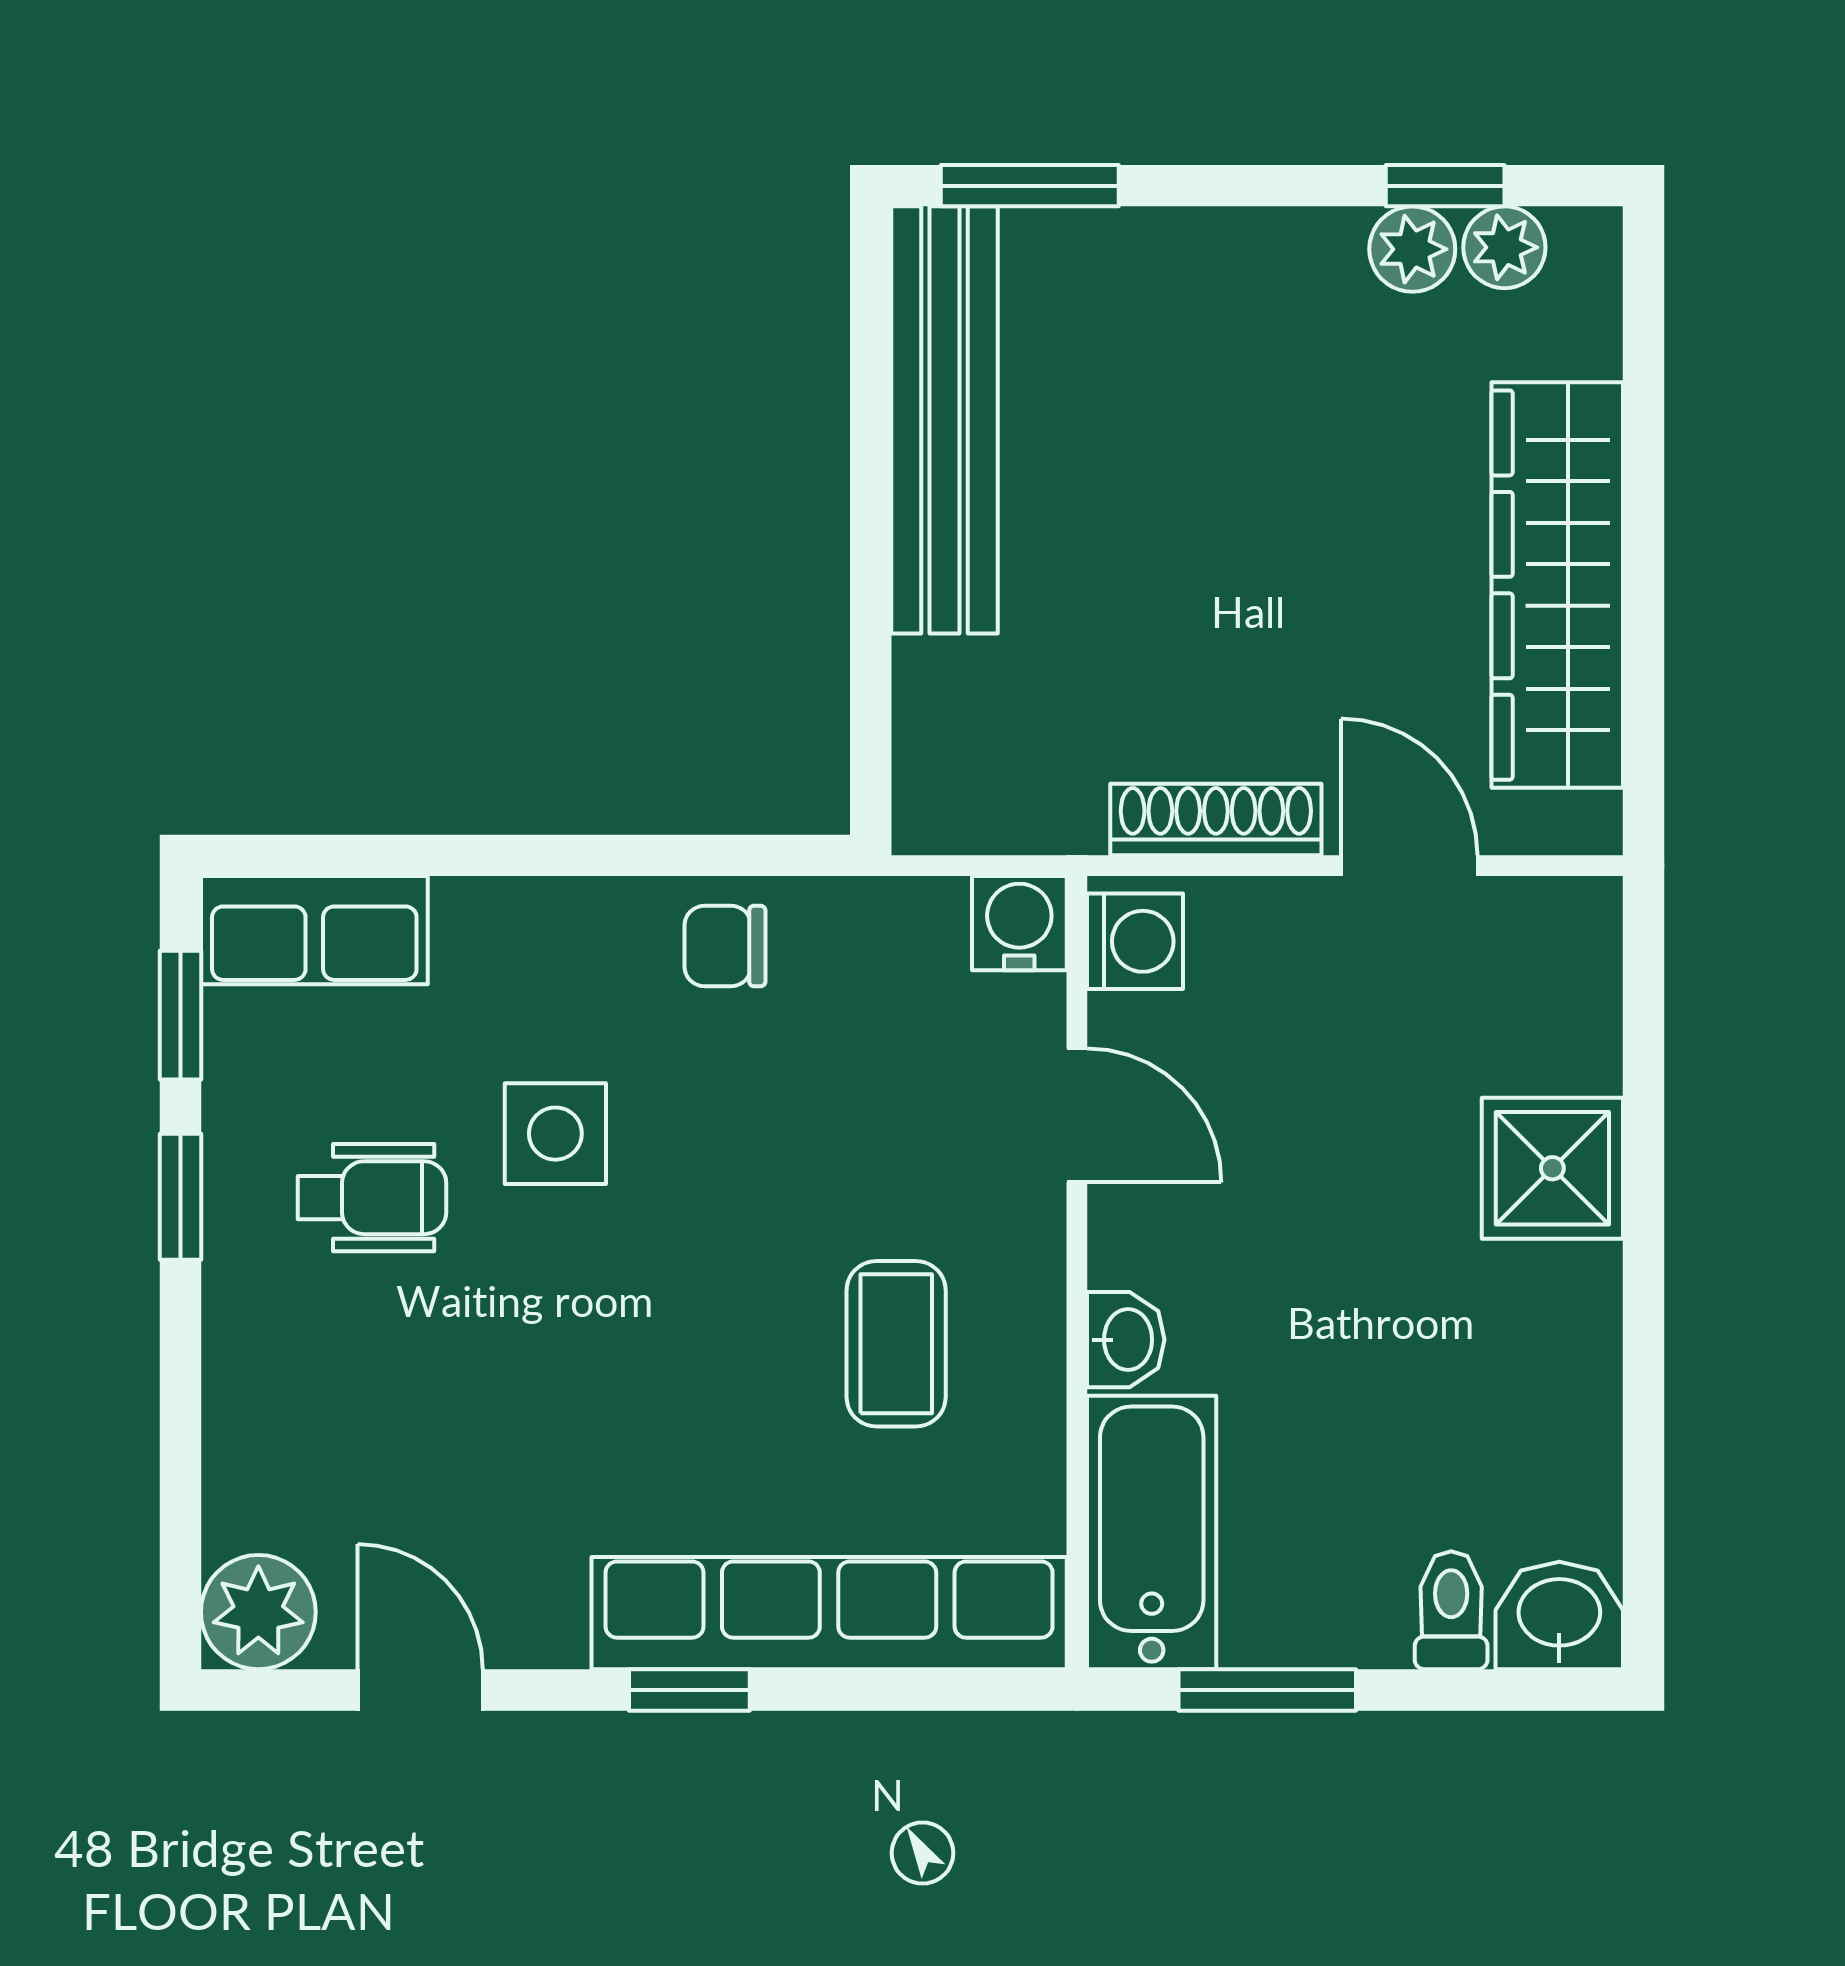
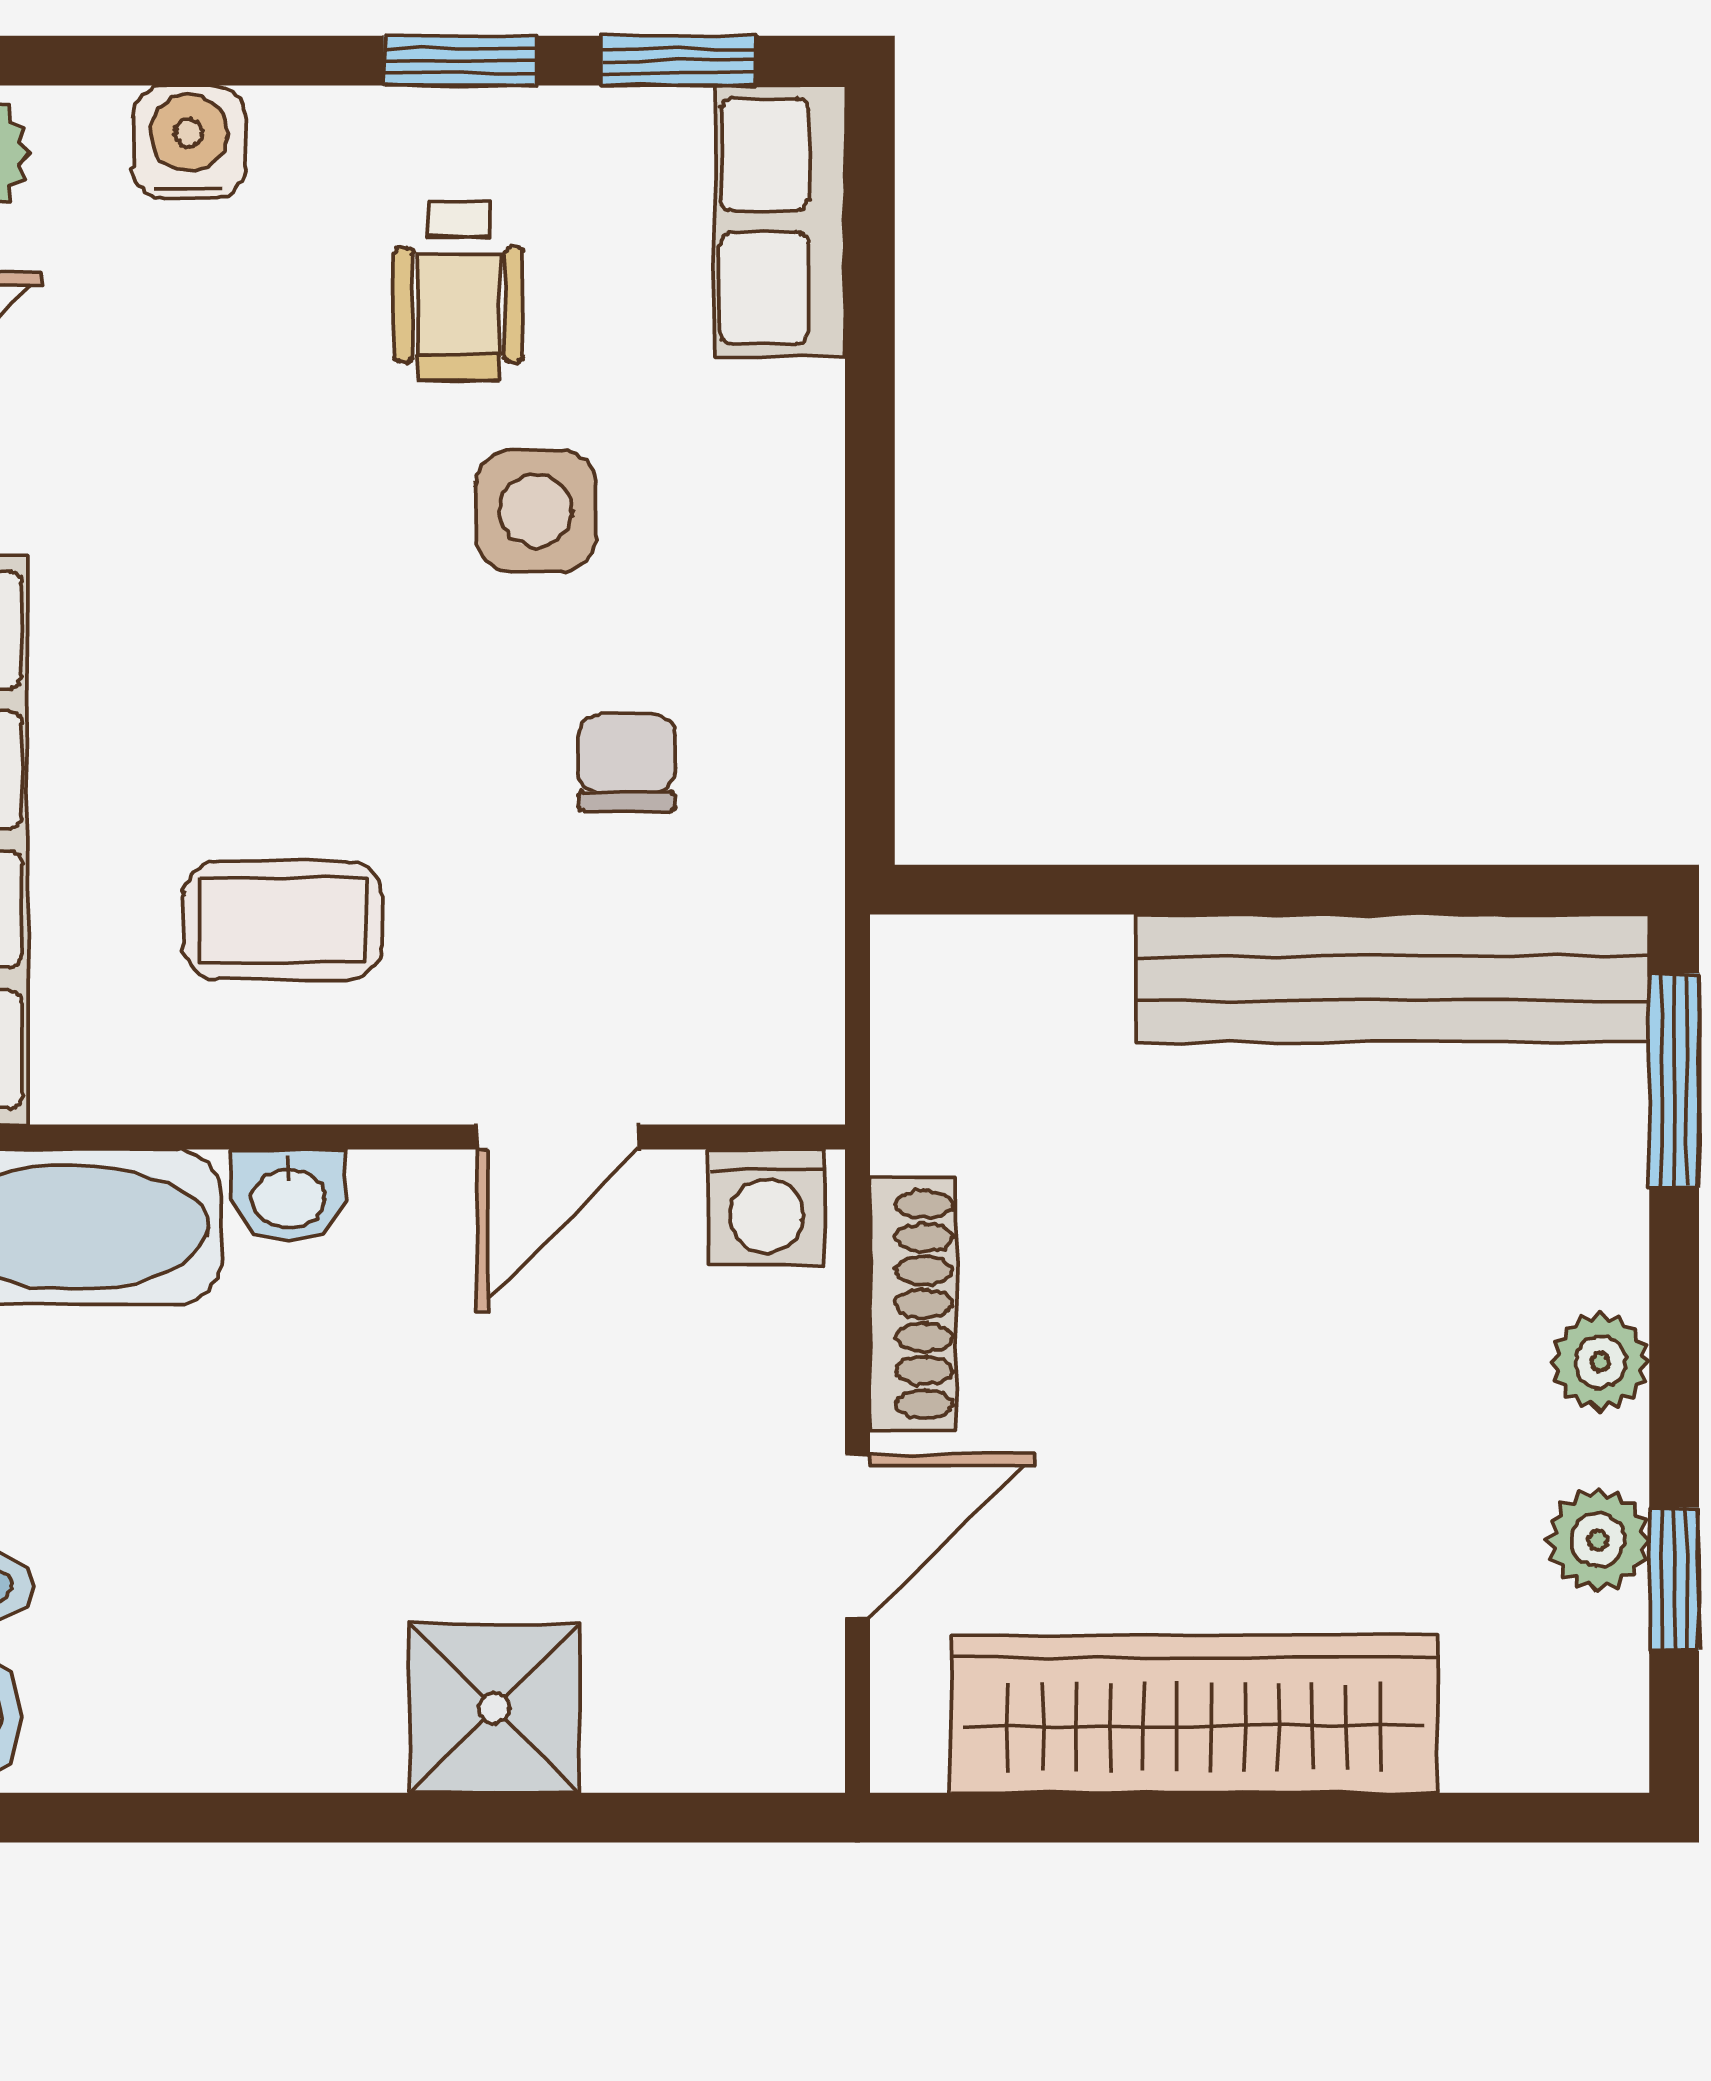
plant: (1504, 247) -> (1600, 1362), moved
water cooler: (1019, 923) -> (189, 142), moved, turned -90
chair: (725, 946) -> (627, 763), moved

